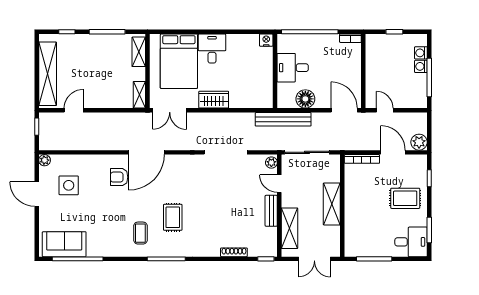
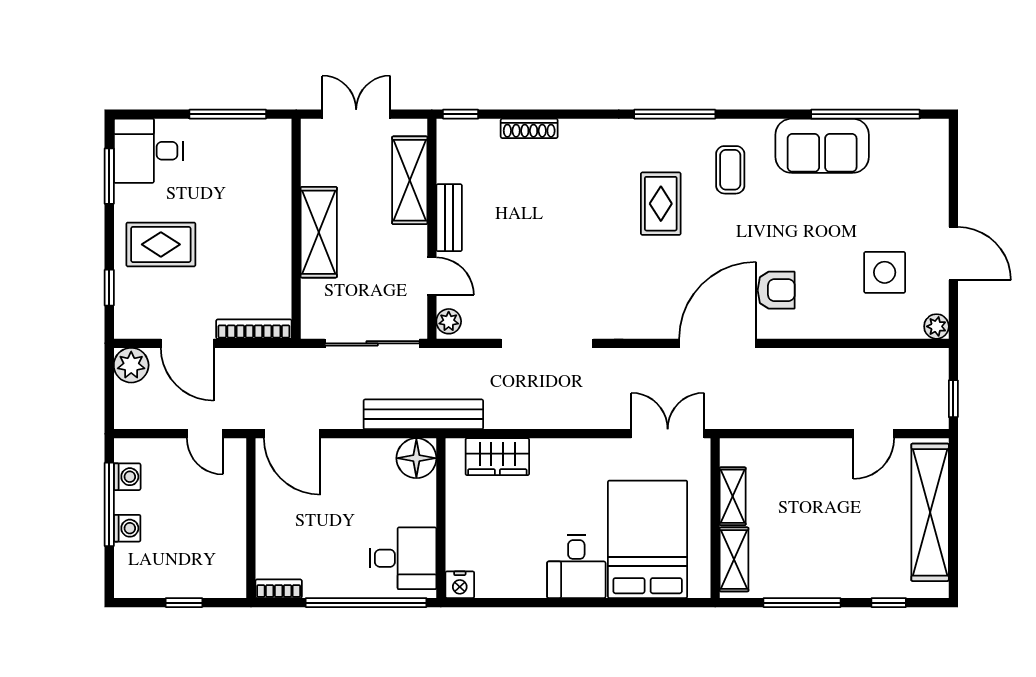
washing machine: (421, 53) -> (127, 477), moved
desk: (293, 68) -> (403, 558), moved
shelving: (139, 95) -> (733, 496), moved
floor lamp: (305, 99) -> (416, 458), moved
wardrobe: (214, 100) -> (497, 457), moved
sofa: (64, 244) -> (822, 146), moved

